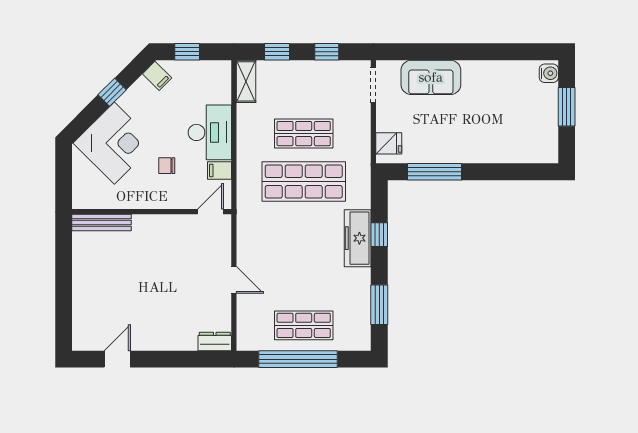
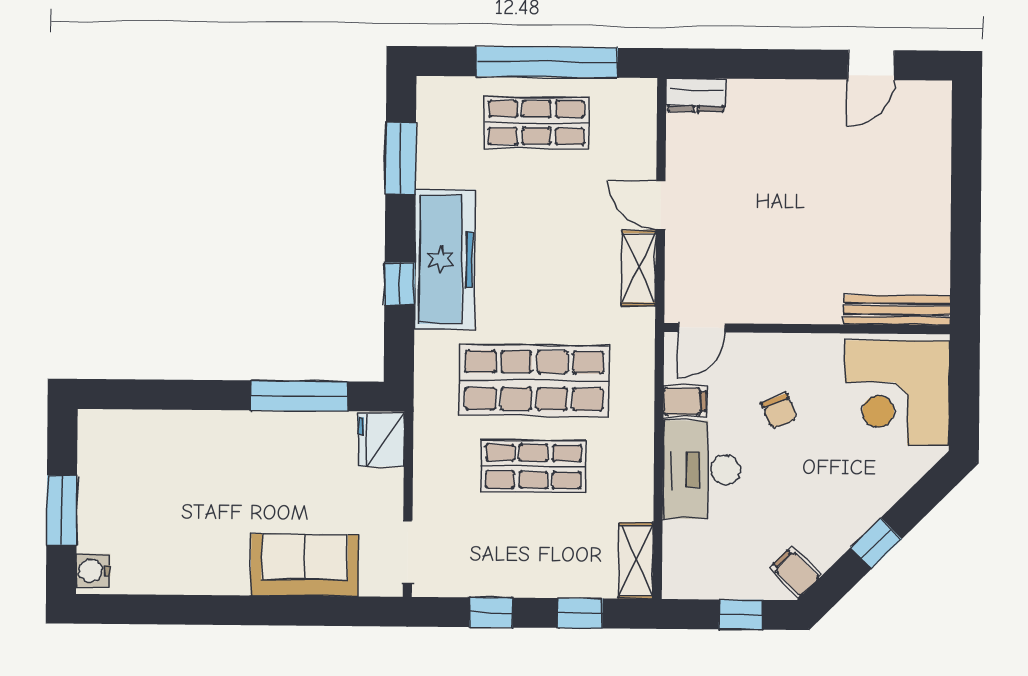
corner desk: (114, 143) -> (897, 393), moved, turned -45
fridge: (389, 143) -> (381, 440), width x1.38
chair: (167, 166) -> (779, 411), turned 68
freezer: (358, 238) -> (445, 259), width x1.36, depth x1.26
shelving: (246, 245) -> (639, 268), added

